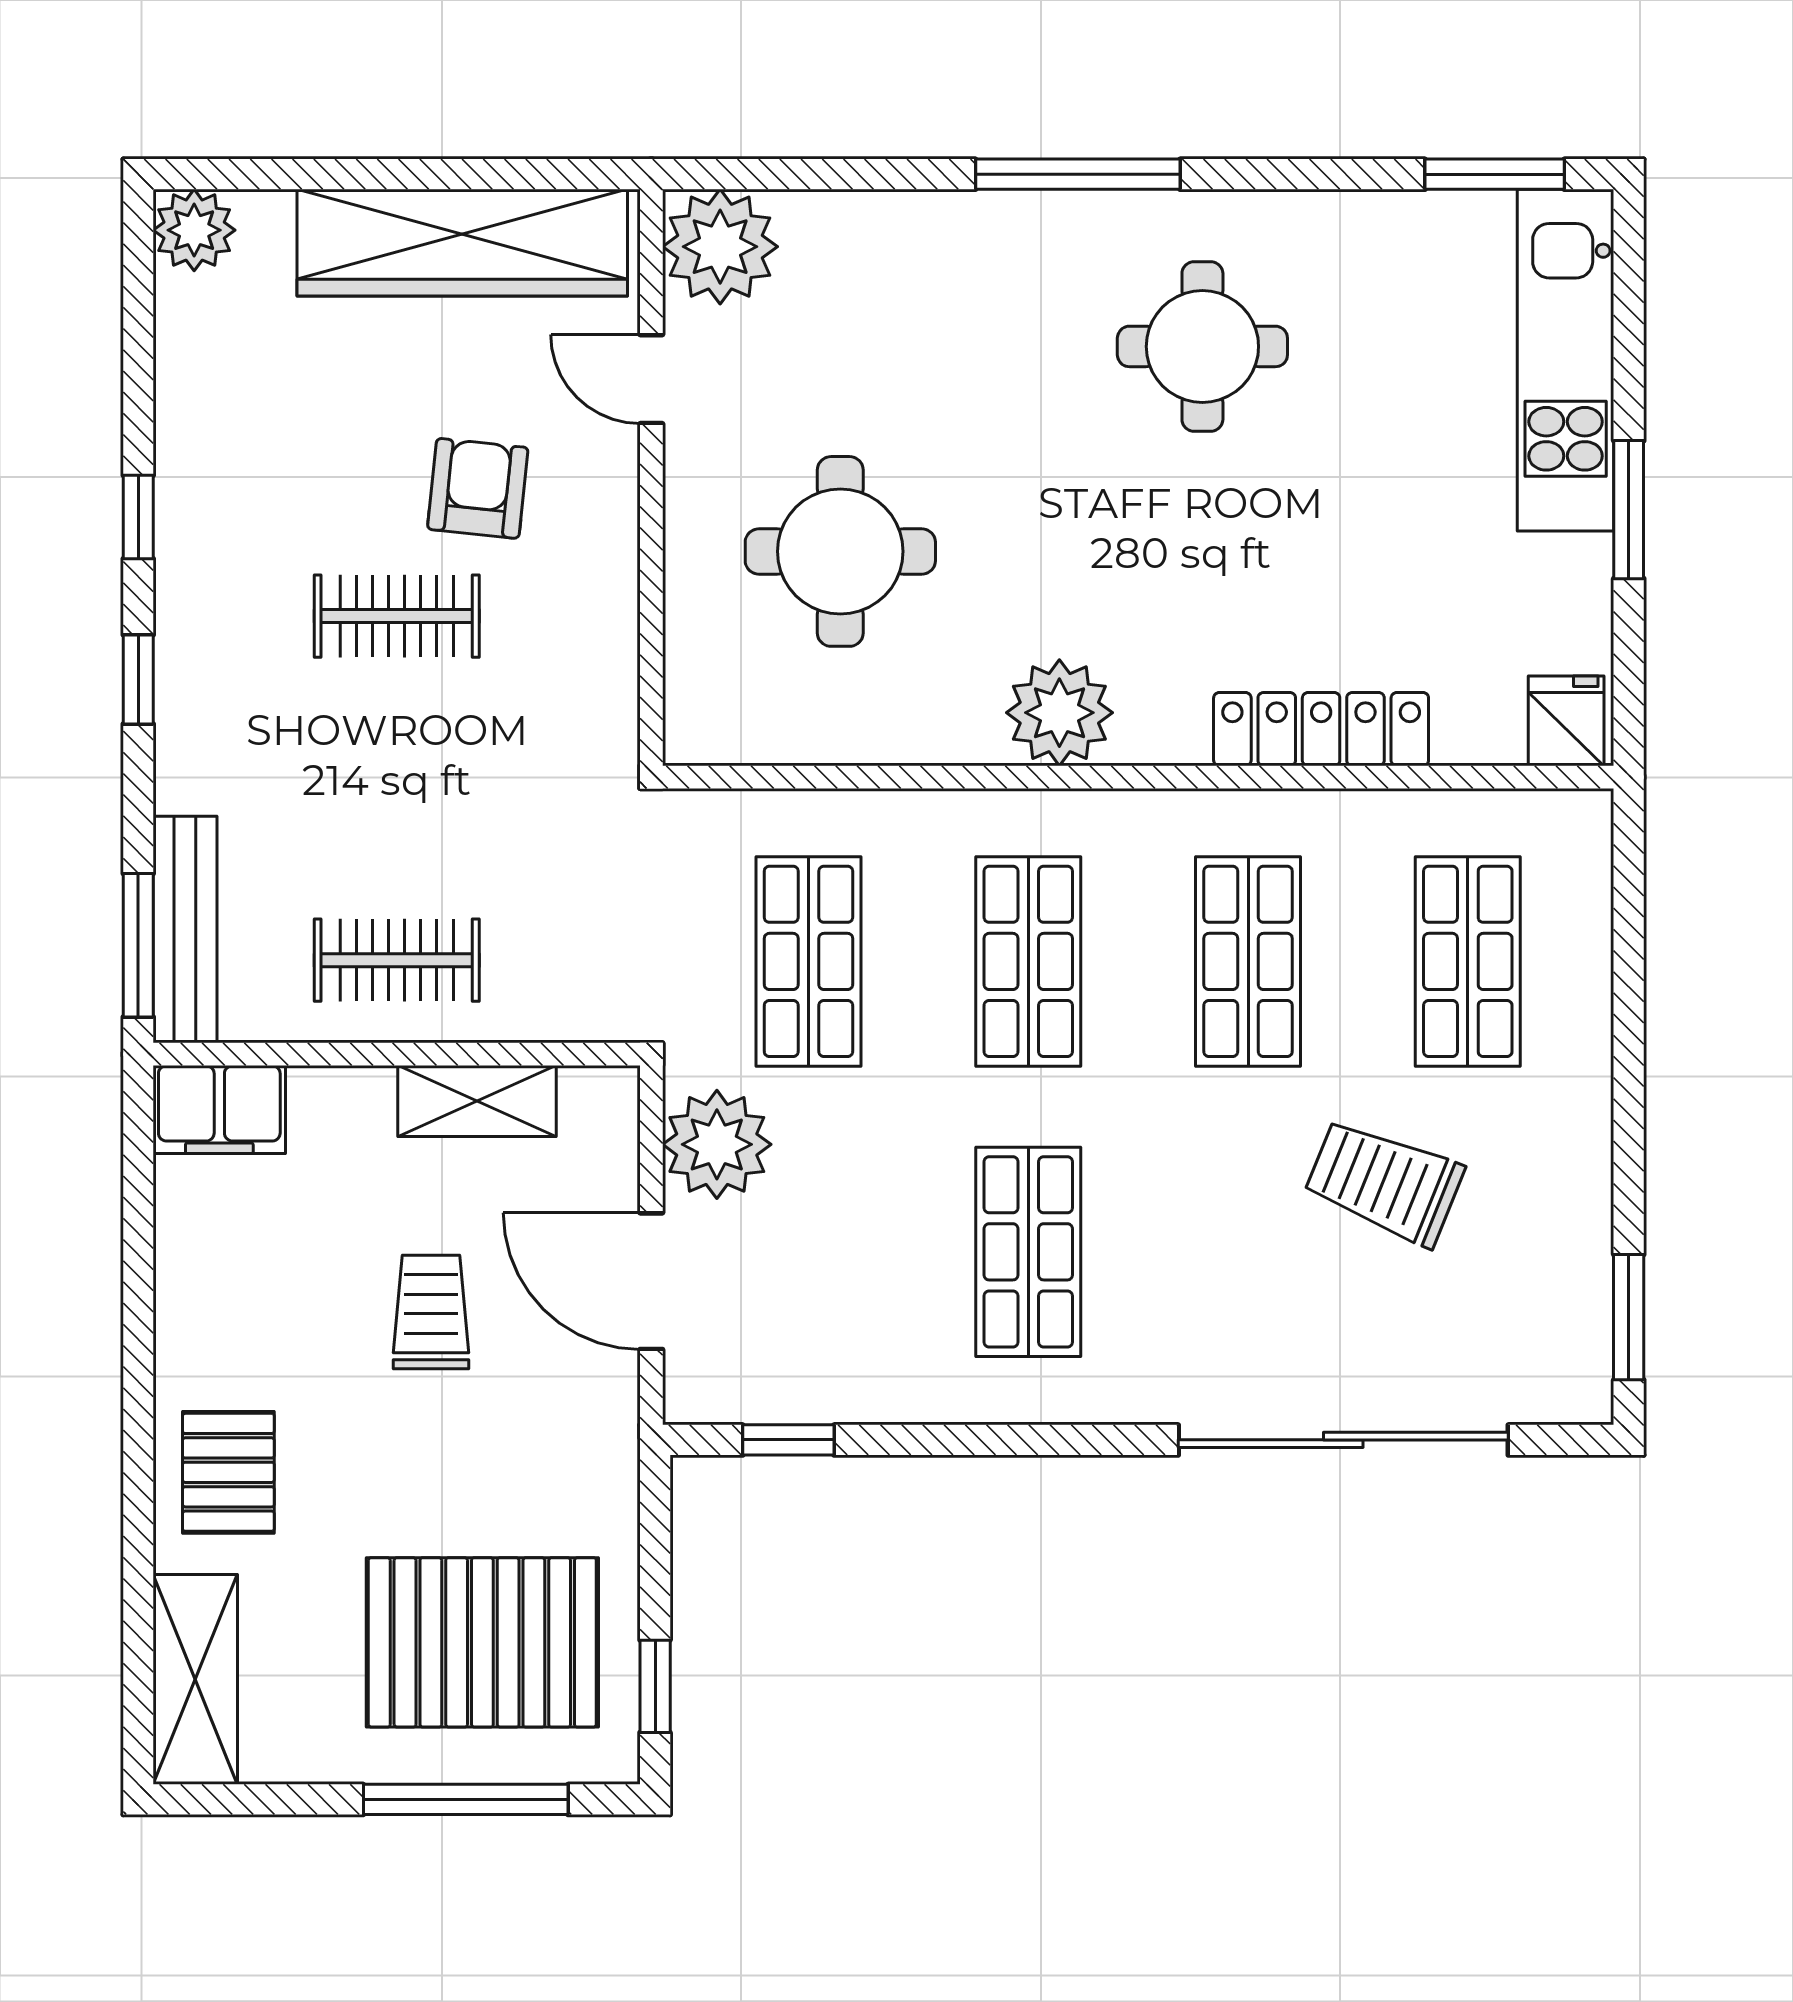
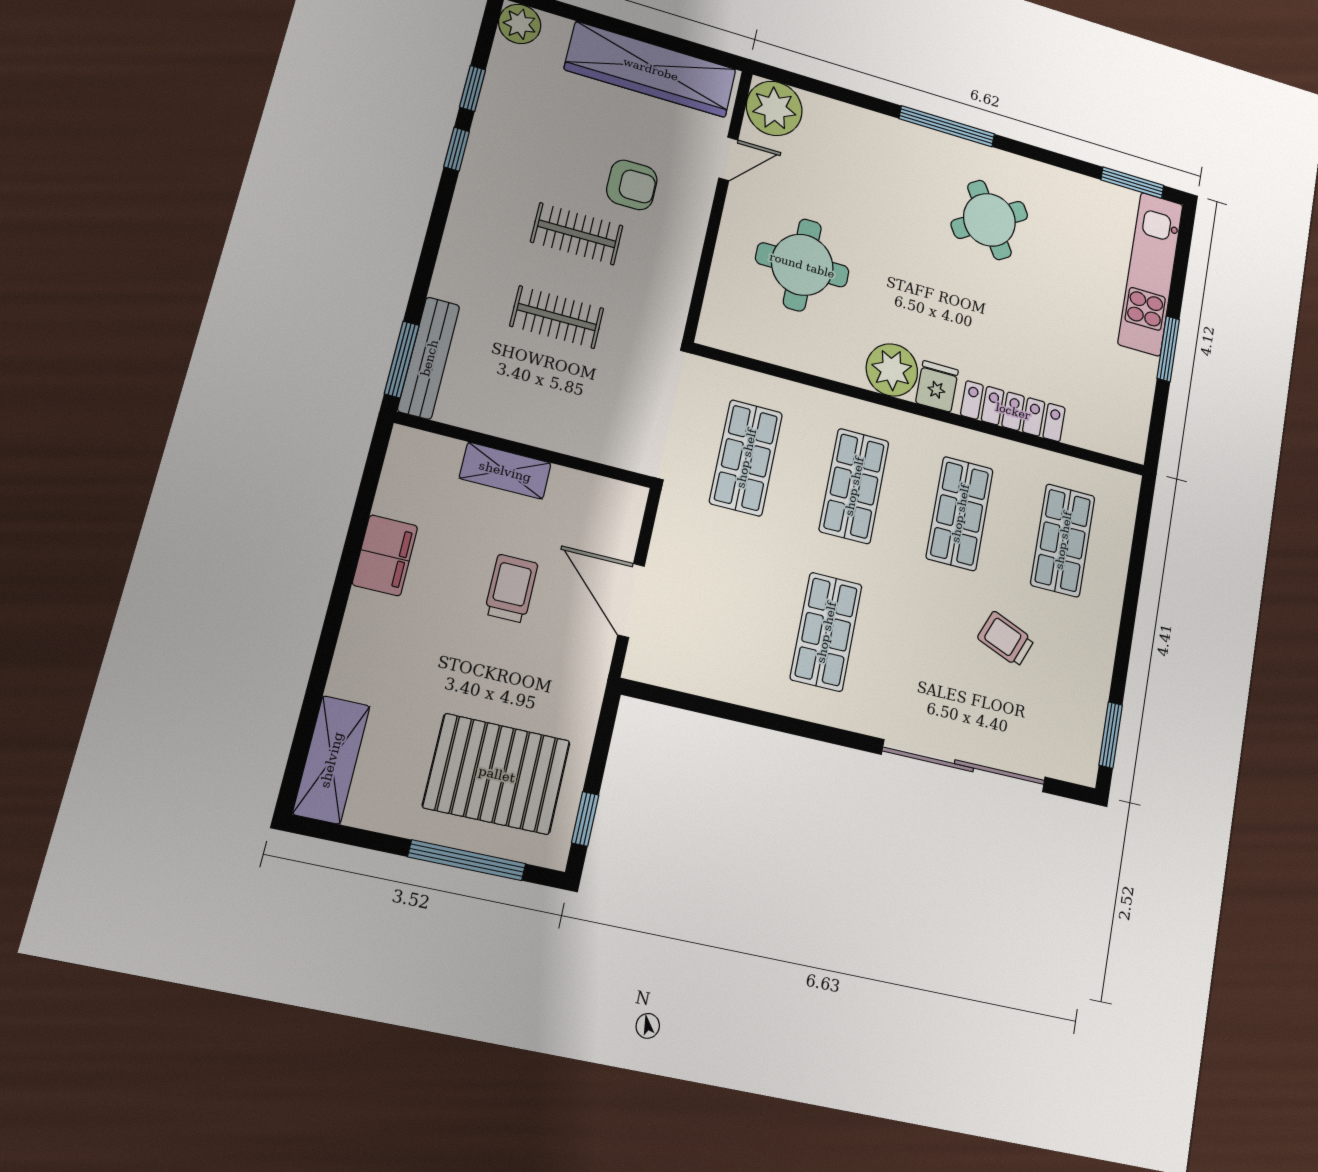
round table: (1202, 346) -> (989, 220), turned -32
door: (651, 379) -> (728, 159), swing flipped
armchair: (478, 488) -> (632, 185), turned 84
window: (138, 679) -> (472, 88), moved
fridge: (1566, 721) -> (937, 386), moved
clothes rail: (397, 960) -> (557, 317), moved
shelving: (477, 1101) -> (505, 471), moved
filing cabinet: (219, 1109) -> (385, 555), moved, turned -90
plant: (717, 1144) -> (680, 538), removed
trolley: (1384, 1182) -> (1006, 639), width x0.73, depth x0.72
window: (788, 1440) -> (684, 701), removed
pallet: (228, 1472) -> (379, 649), removed

